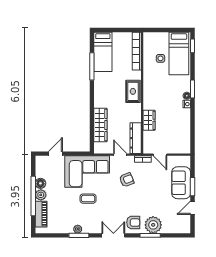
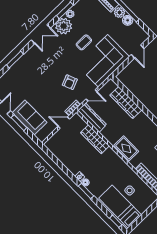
wardrobe: (149, 120) -> (95, 139), width x1.50
armchair: (133, 222) -> (36, 57), removed
plant: (153, 225) -> (64, 26), moved

